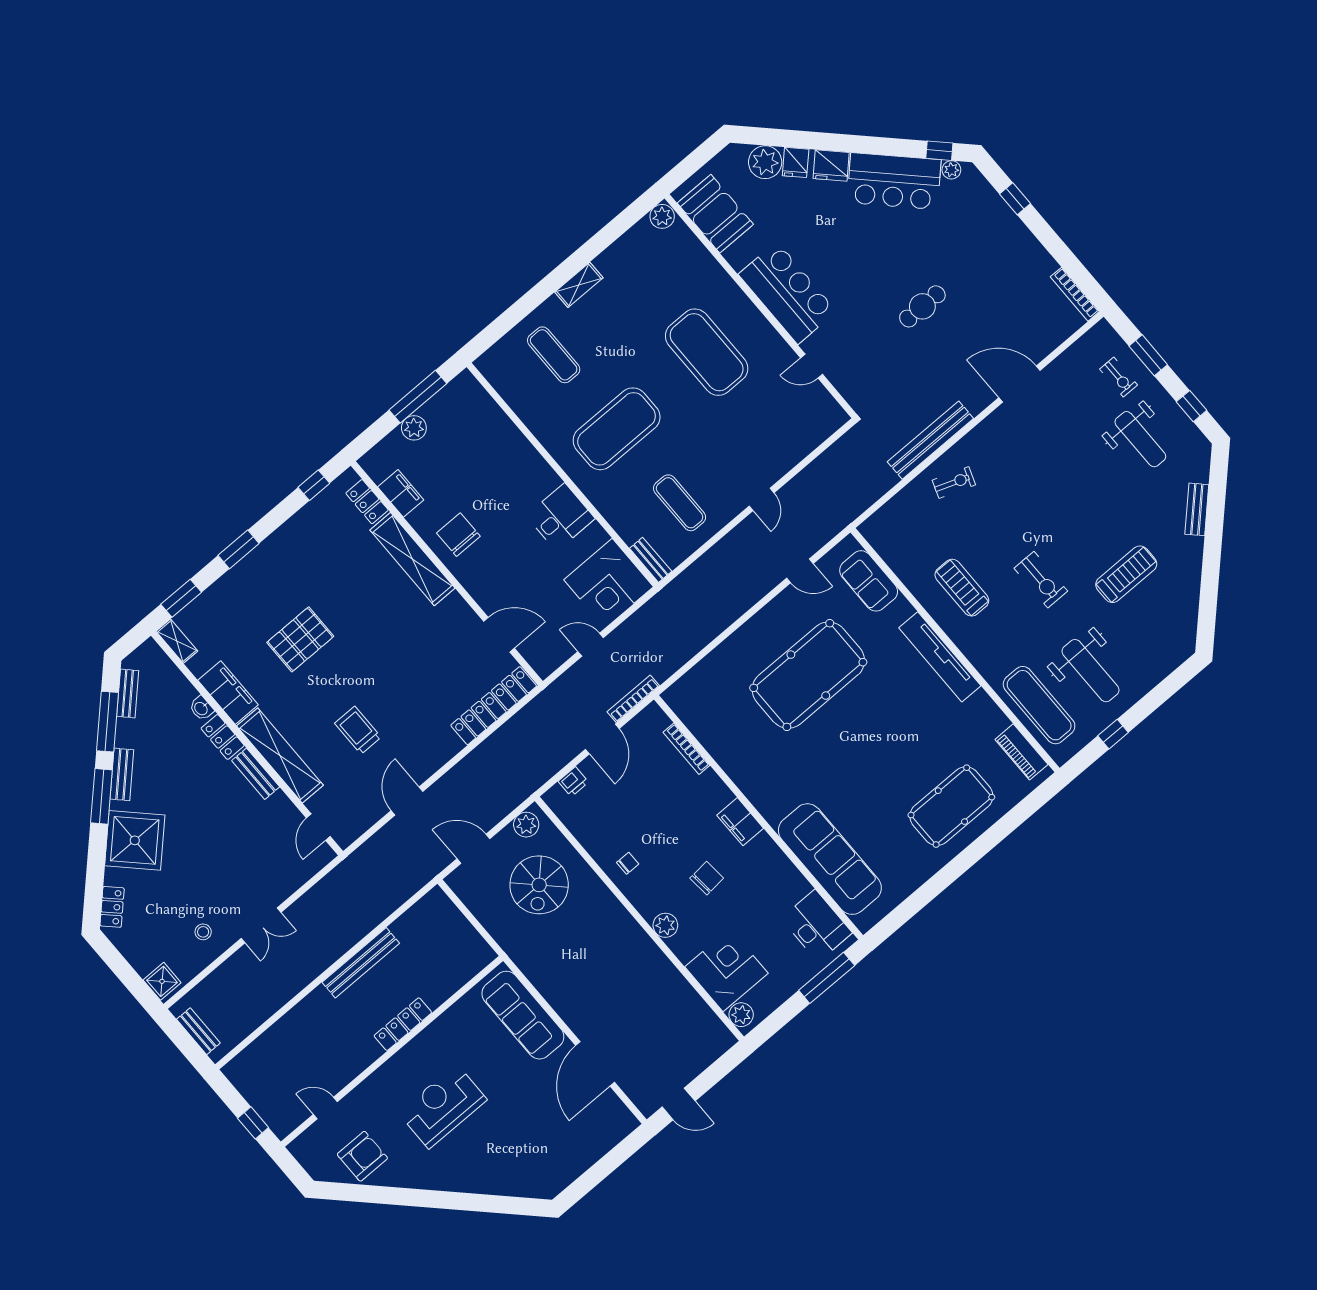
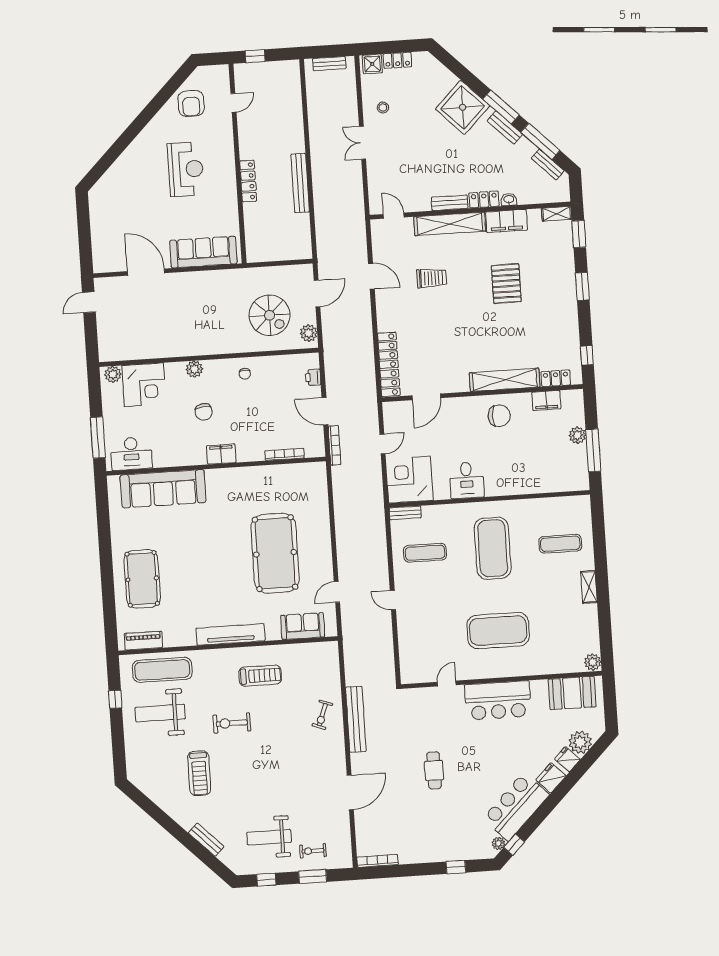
spiral stairs: (539, 885) -> (270, 315), turned 180
locker: (112, 907) -> (397, 60), moved, turned -45

